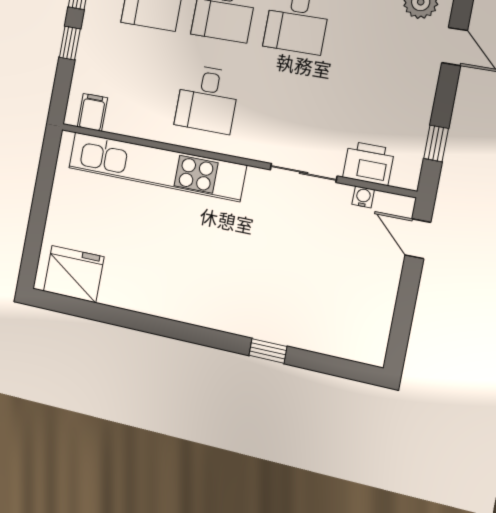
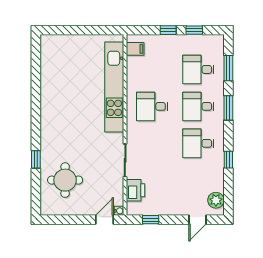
water cooler: (363, 197) -> (119, 211), moved
fridge: (74, 274) -> (52, 55), removed
round table: (321, 302) -> (65, 180), added

